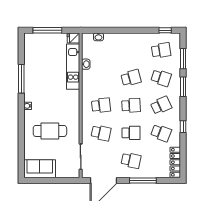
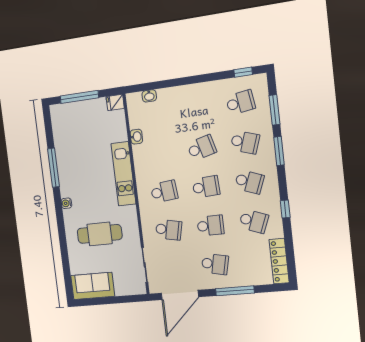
kitchen unit: (73, 67) -> (123, 174), moved
school desk: (161, 105) -> (249, 182), turned 45

